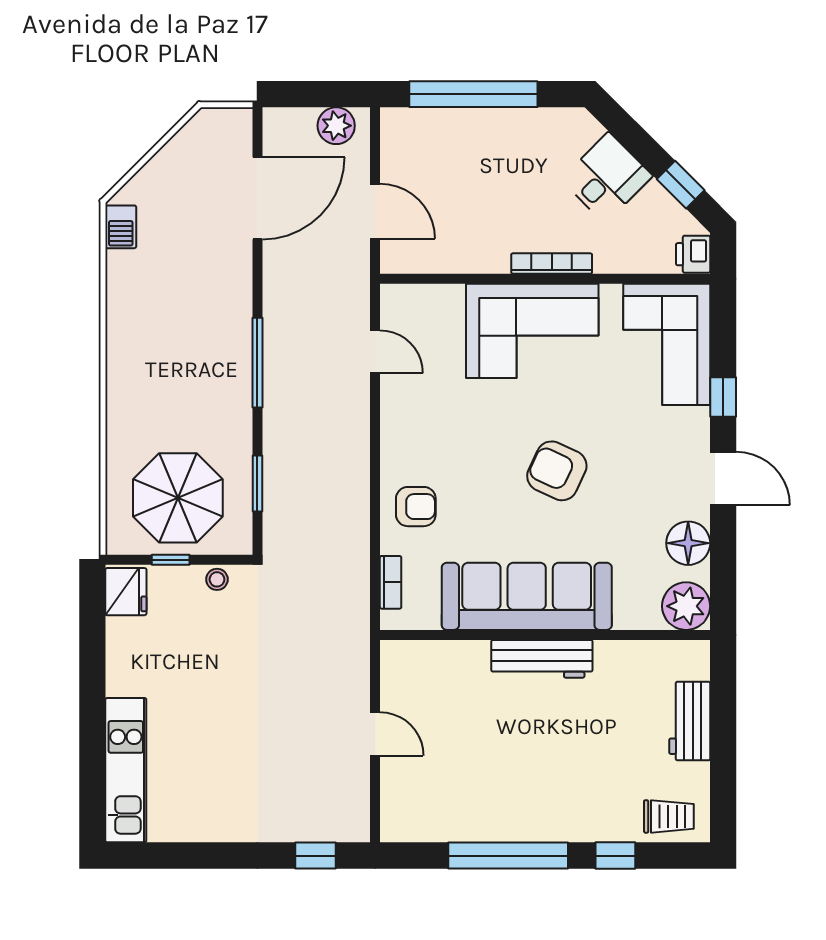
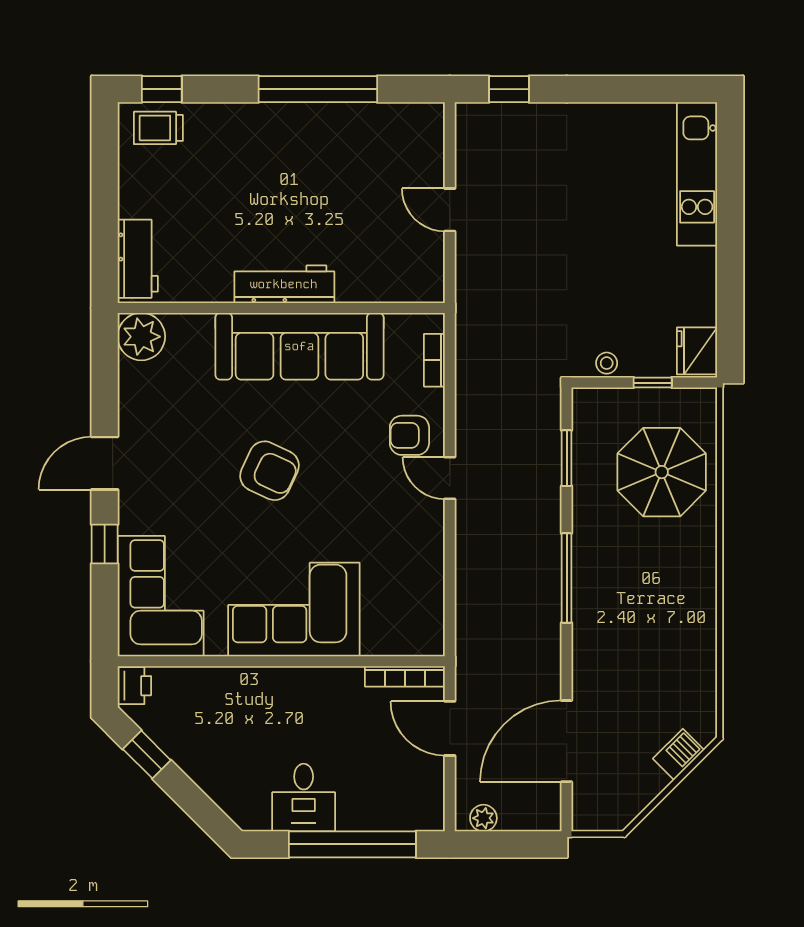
plant: (336, 126) -> (483, 818), width x0.73, depth x0.73
desk: (607, 178) -> (304, 798), moved, turned -45
barbecue: (121, 227) -> (678, 754), moved, turned 45
bookcase: (552, 264) -> (405, 676), moved
door: (375, 352) -> (450, 478), moved
door: (723, 478) -> (105, 463), hinge flipped
parasol: (178, 498) -> (662, 472), moved
floor lamp: (688, 543) -> (139, 399), removed
workbench: (690, 721) -> (138, 259), moved
window: (615, 856) -> (162, 89), moved

